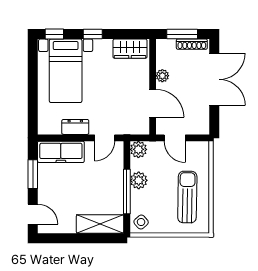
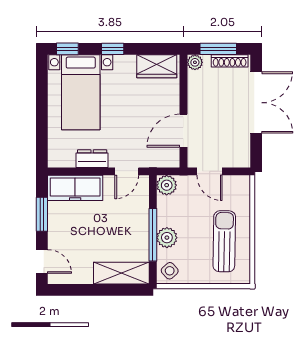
plant: (162, 76) -> (195, 62), moved
door: (153, 103) -> (183, 131), swing flipped
plant: (139, 180) -> (167, 238), moved

